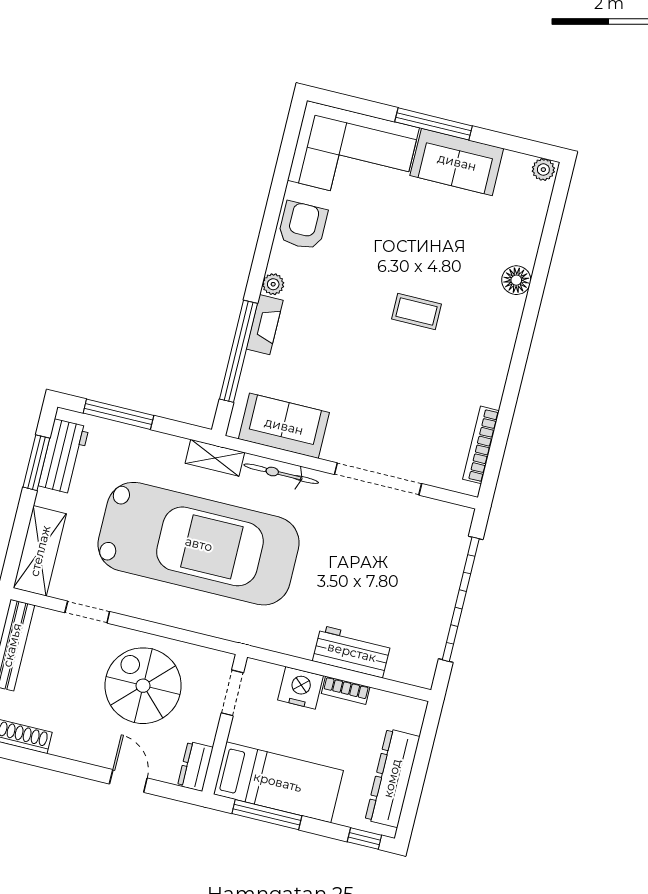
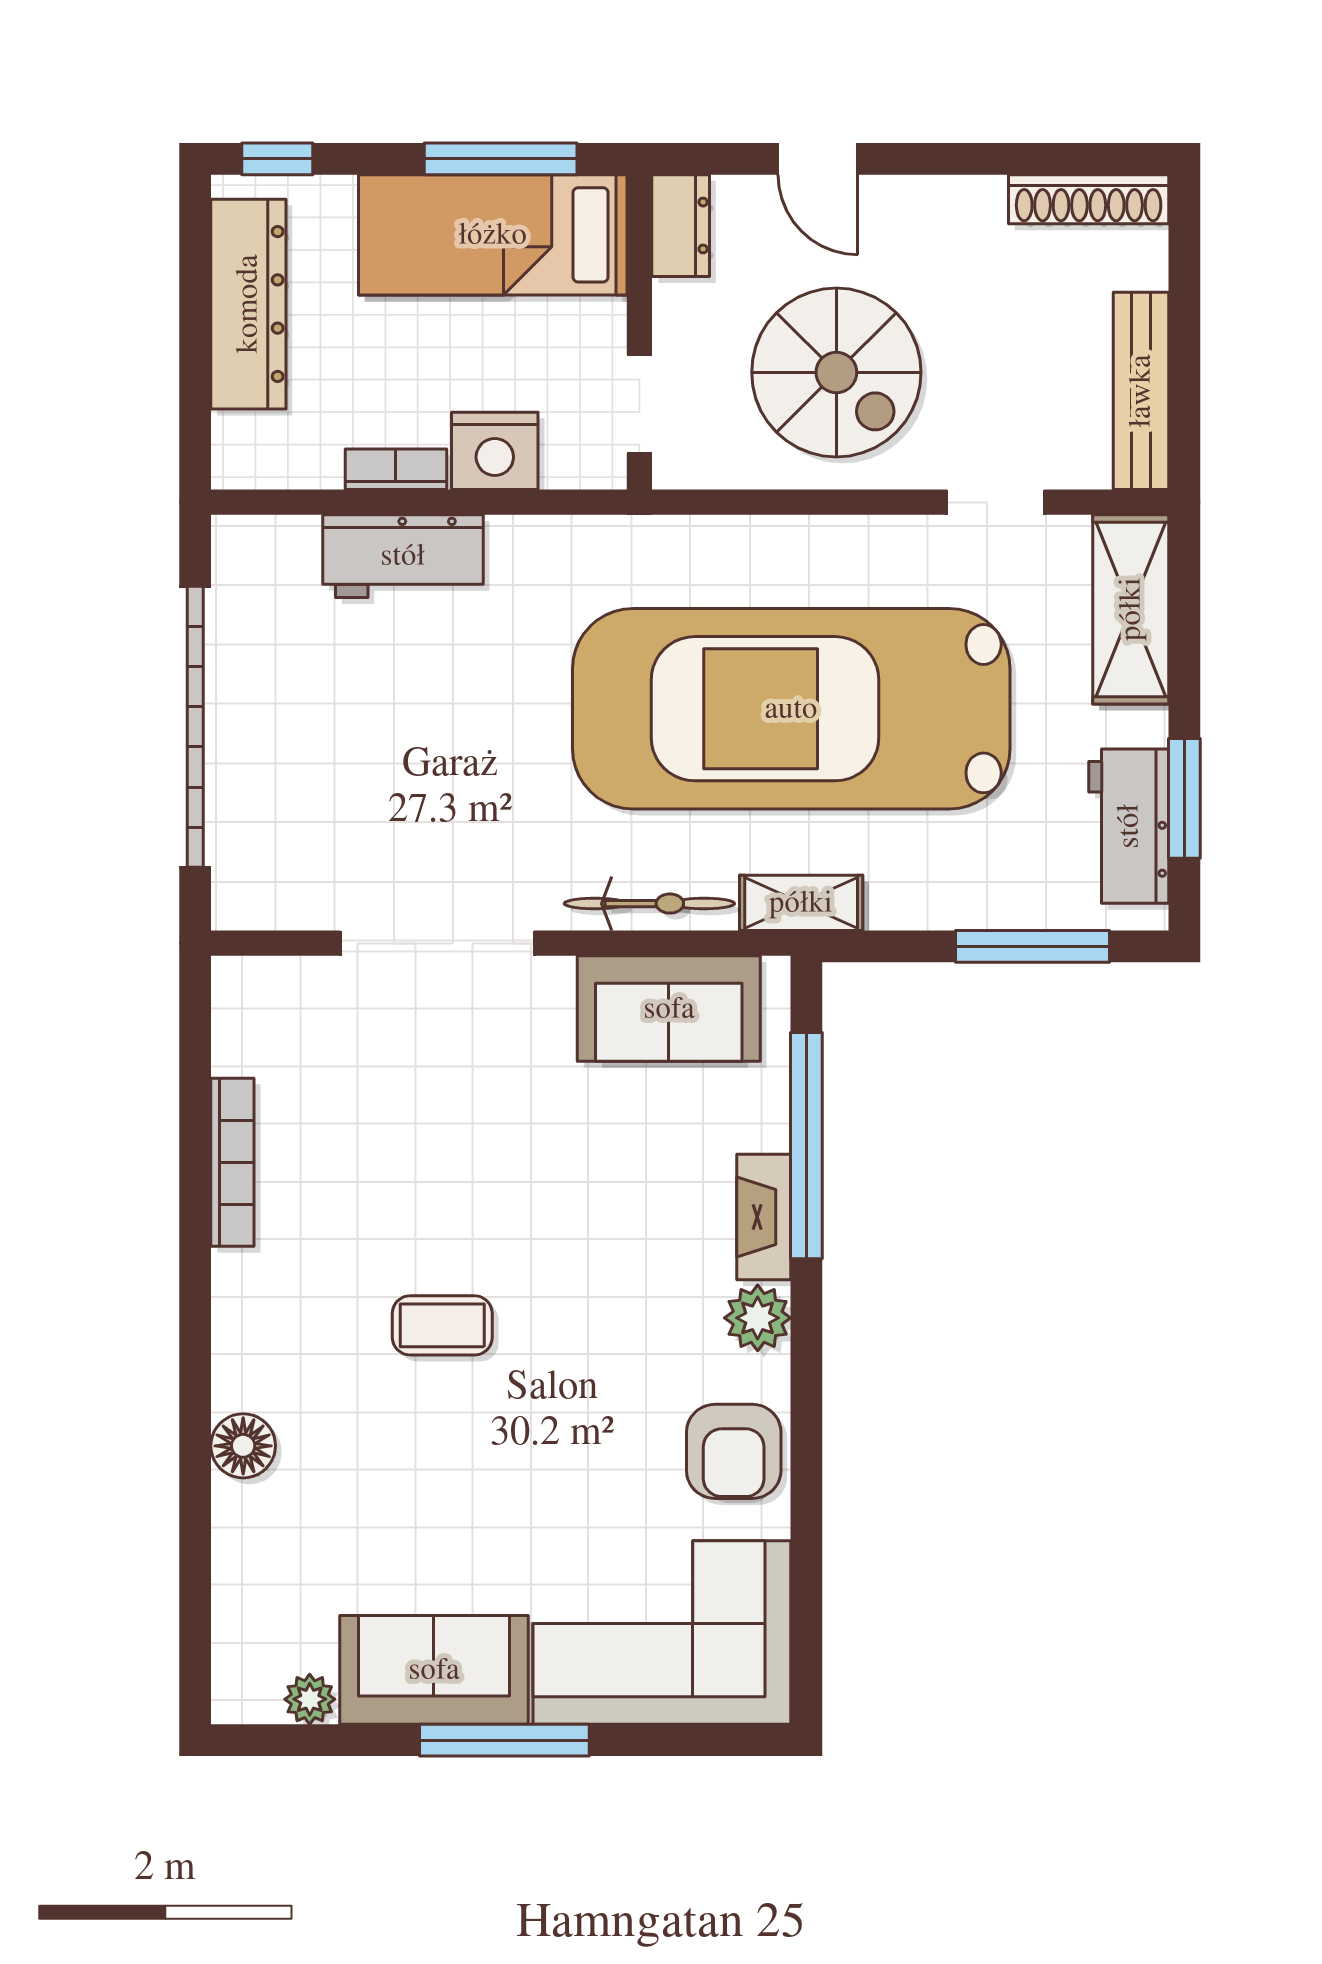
plant: (543, 170) -> (310, 1699), moved
plant: (273, 284) -> (758, 1318), width x1.38, depth x1.38
bookcase: (481, 445) -> (232, 1162), moved

